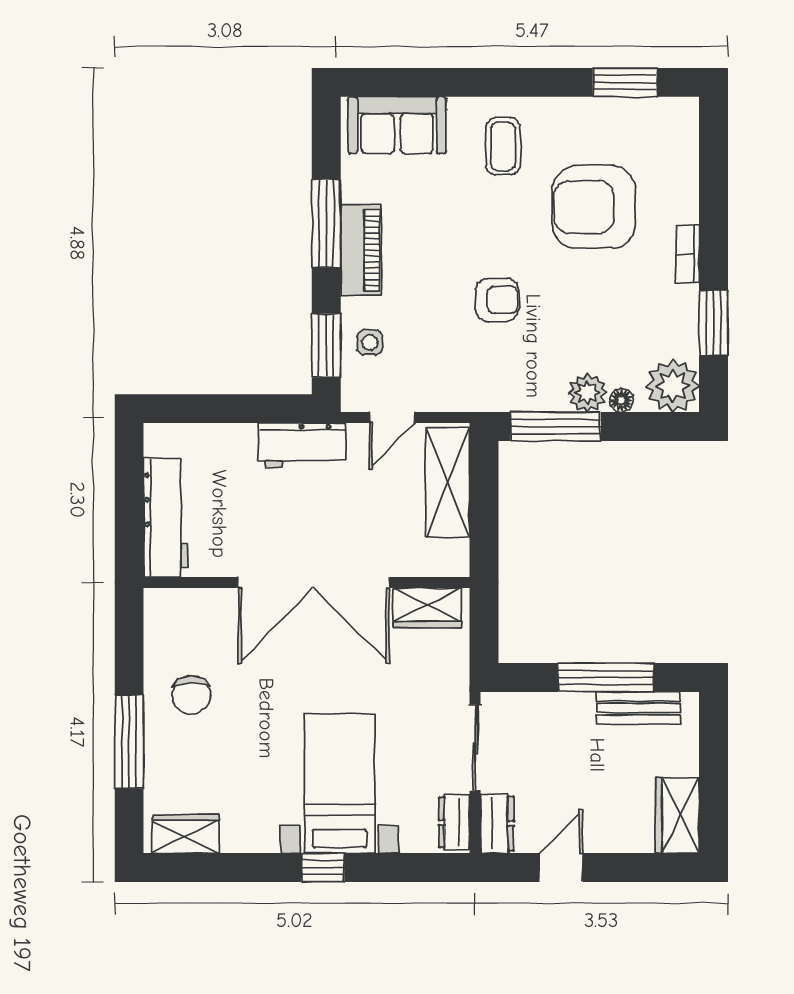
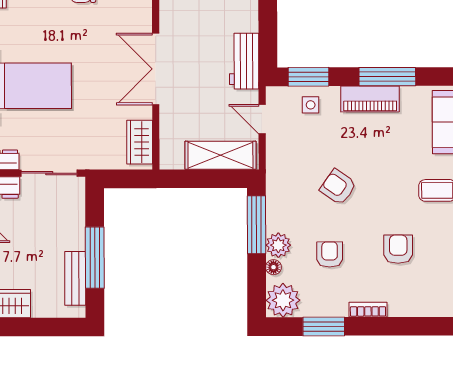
armchair: (594, 207) -> (398, 249), width x0.53, depth x0.53
armchair: (497, 300) -> (338, 187), turned 125
armchair: (602, 313) -> (330, 254), added
double door: (314, 583) -> (156, 69), width x0.73

